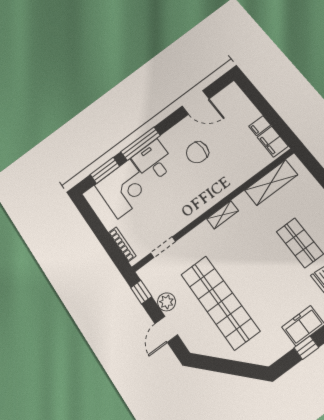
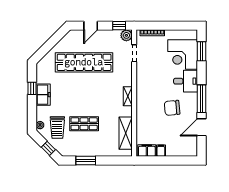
window: (141, 144) -> (202, 99), moved
chair: (197, 152) -> (172, 108), turned -95
plant: (166, 302) -> (126, 35), moved
door: (166, 329) -> (91, 26), swing flipped

